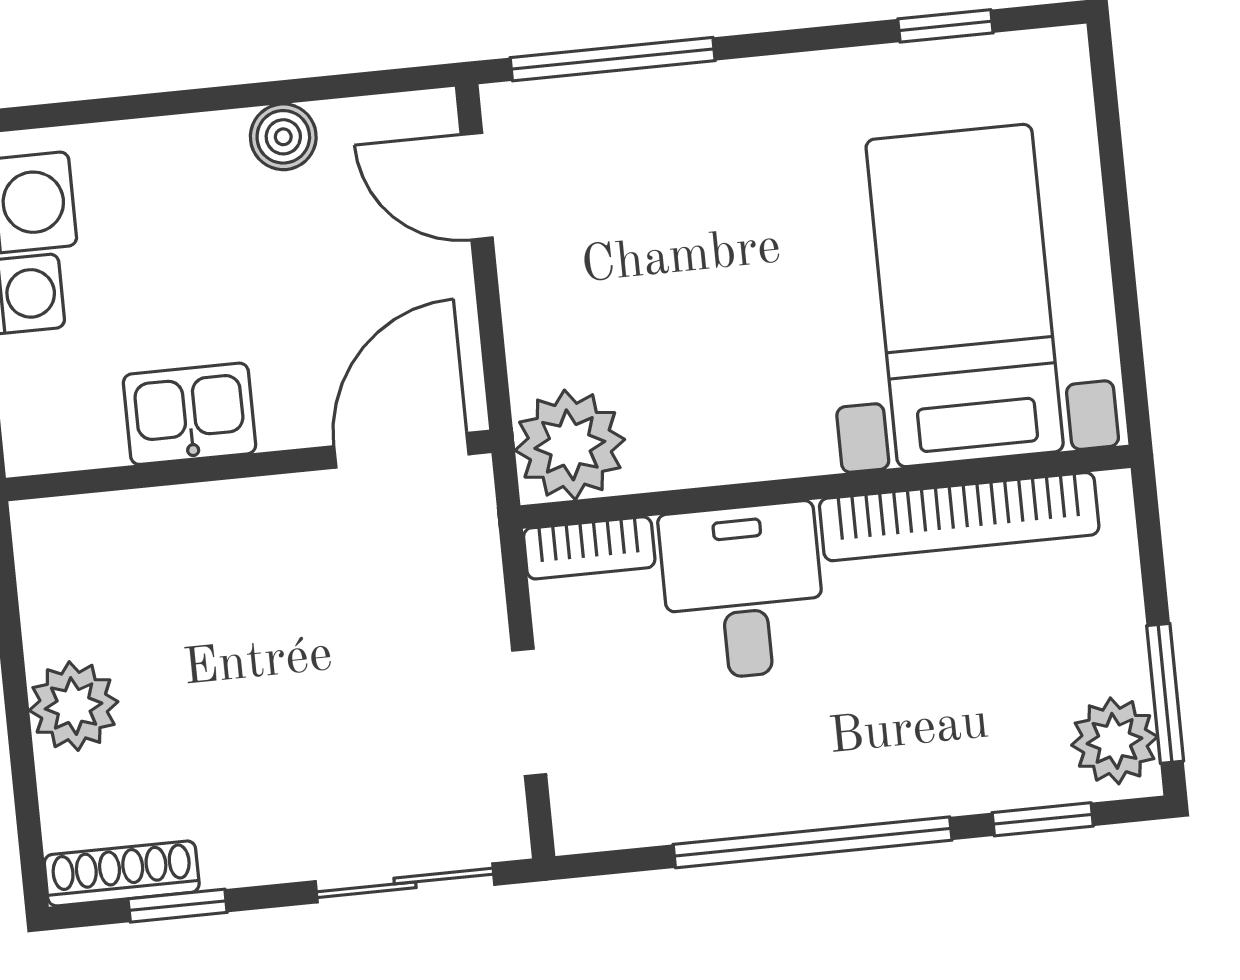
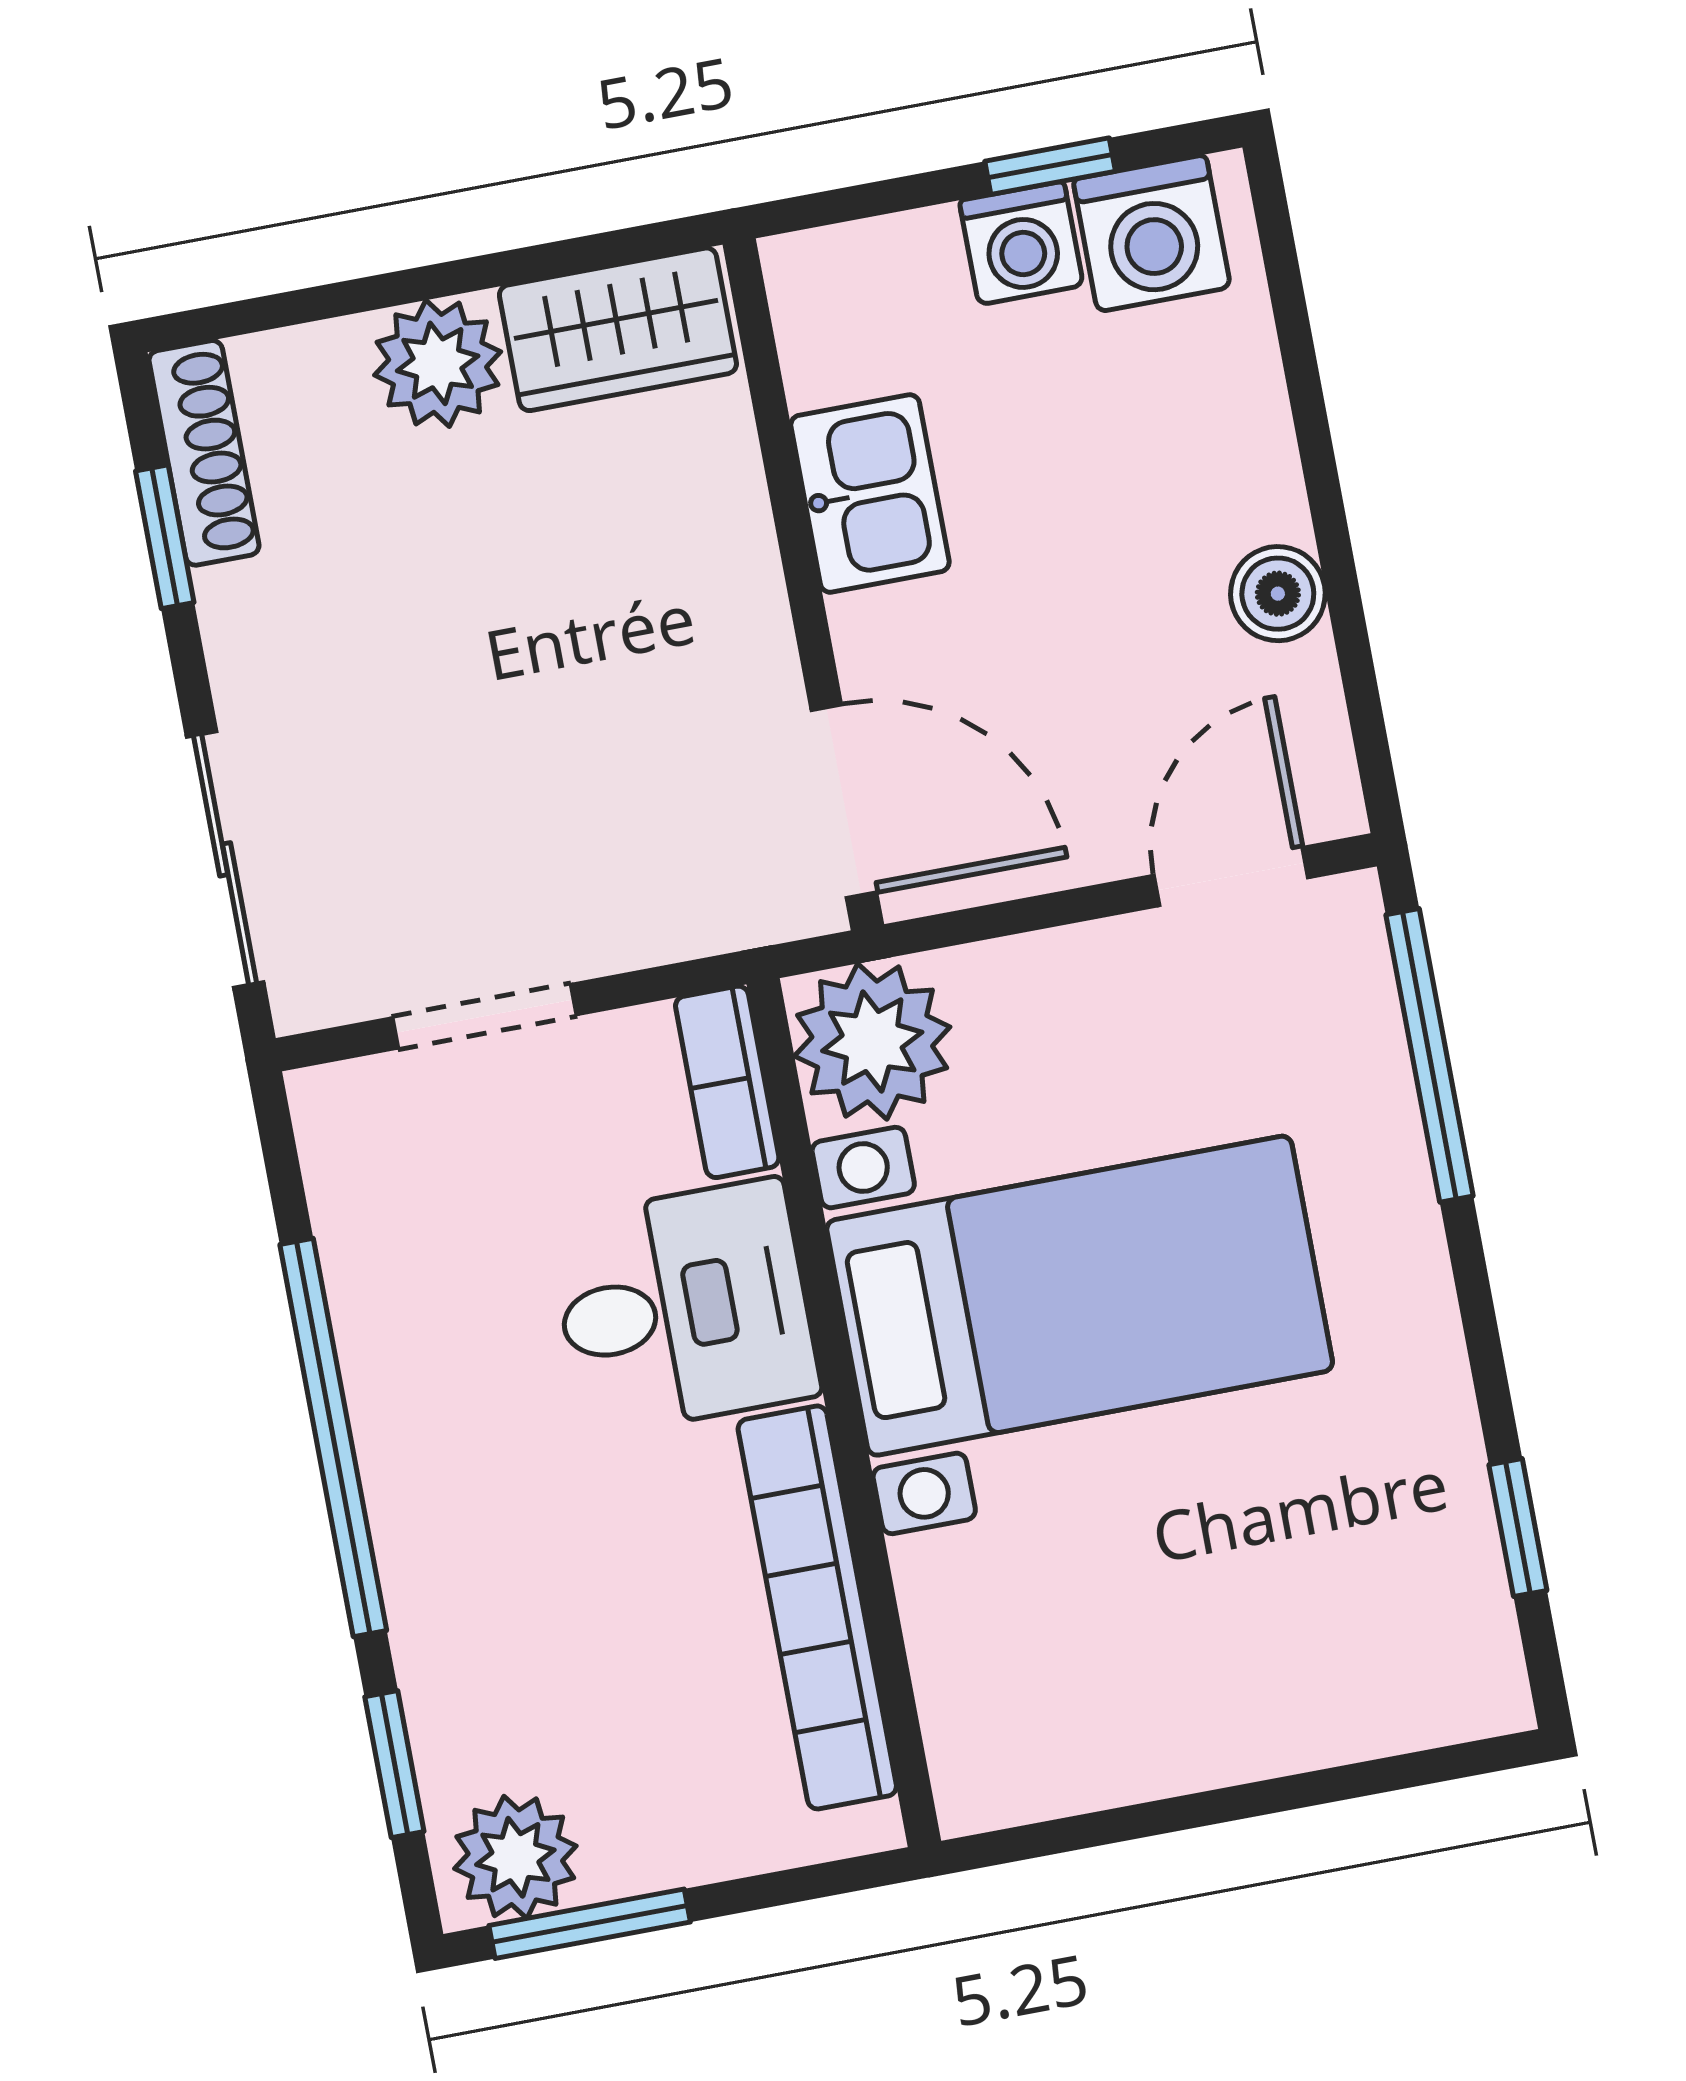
bed with nightstands: (965, 296) -> (1080, 1296), moved
wardrobe: (61, 579) -> (618, 329), added

